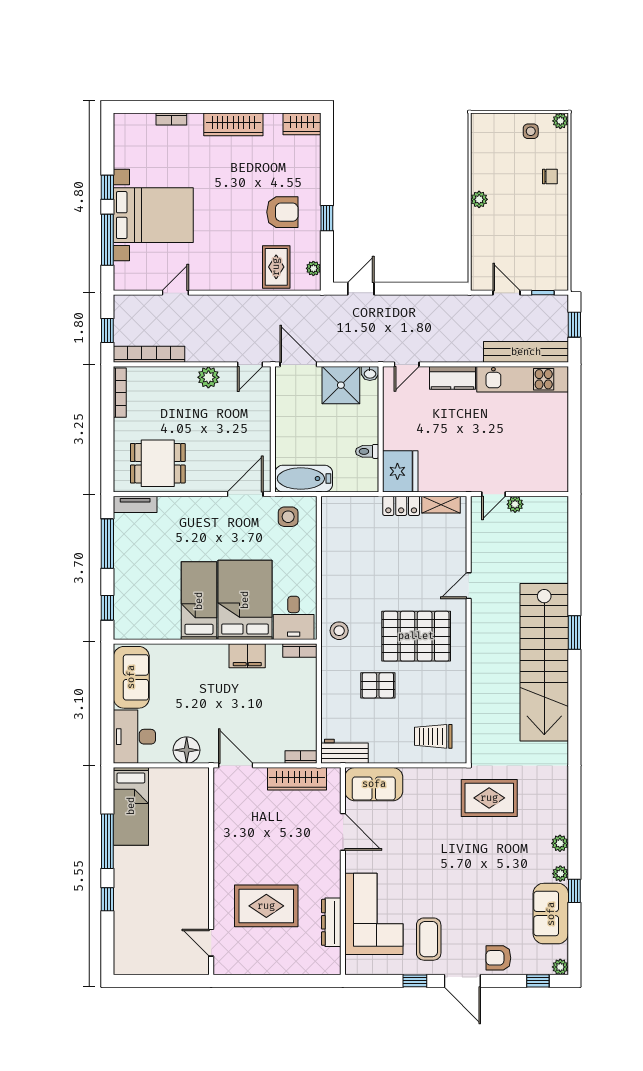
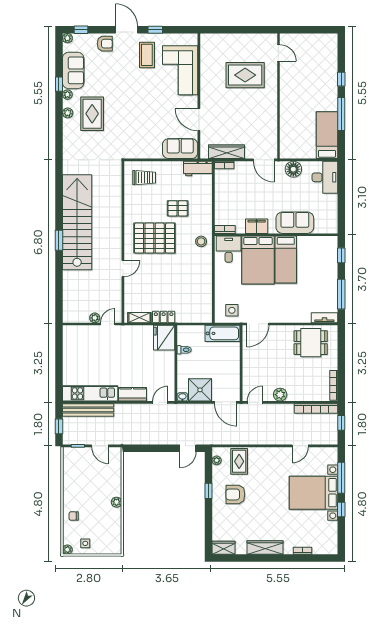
sofa: (131, 677) -> (295, 223), moved, turned 90
rug: (489, 798) -> (92, 114), moved, turned 90
dresser: (331, 922) -> (206, 65), removed

